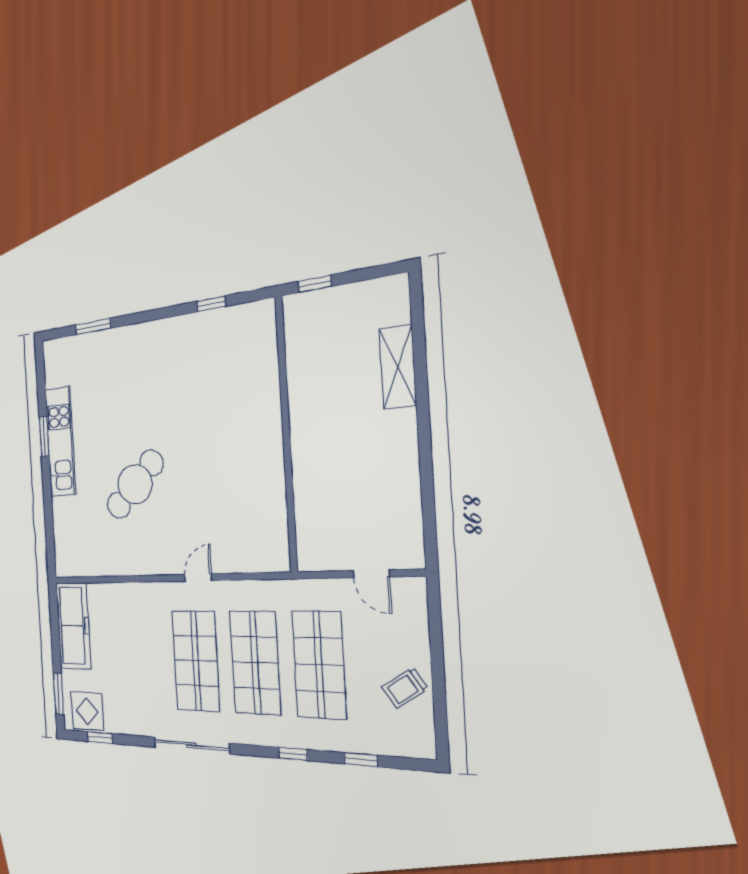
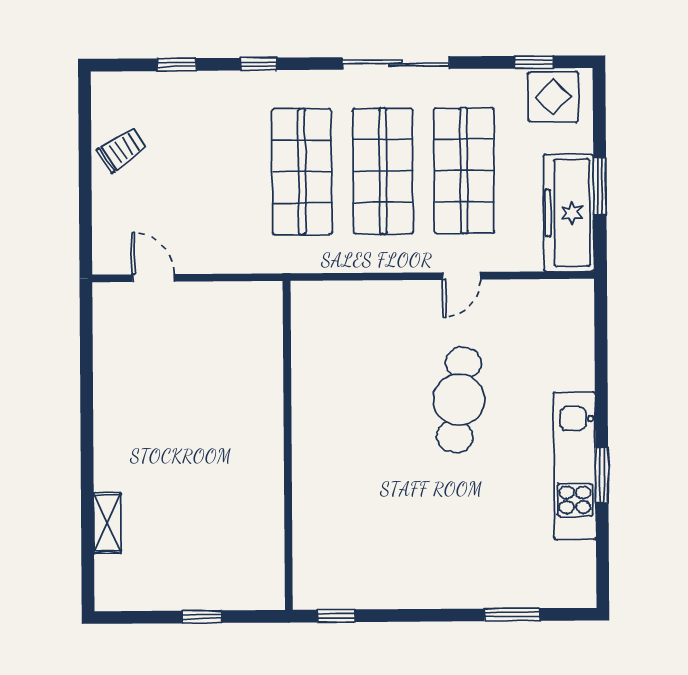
shelving: (398, 367) -> (107, 523), width x0.67, depth x0.75
wall: (286, 434) -> (288, 445), moved
cafe table: (135, 484) -> (459, 400), turned -39
door: (198, 578) -> (462, 276), moved
shop shelf: (319, 665) -> (464, 170), moved
window: (59, 694) -> (600, 186), moved

